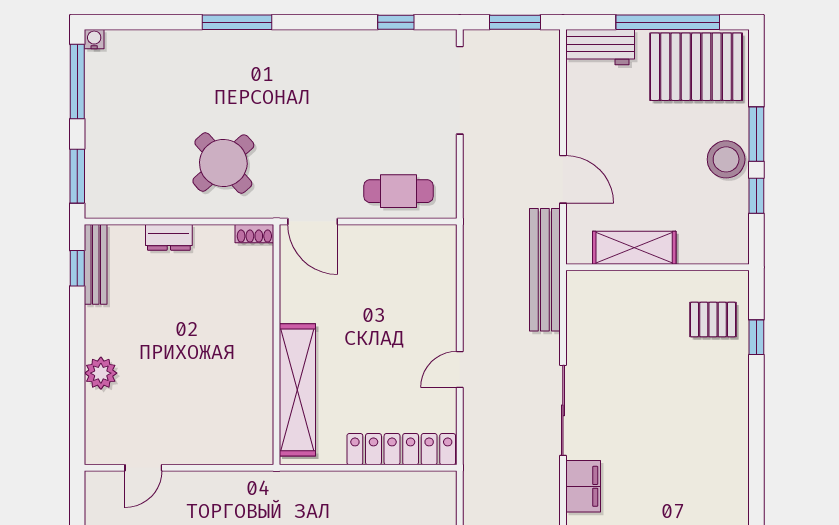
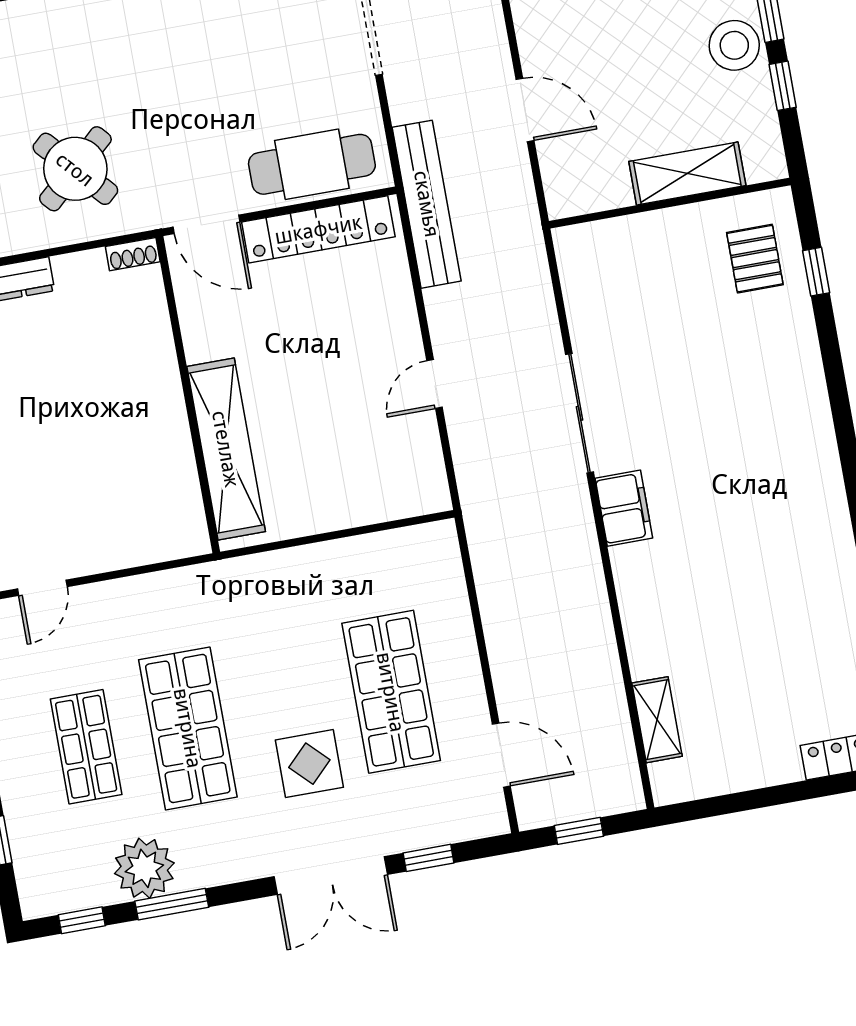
cafe table: (399, 191) -> (312, 164), width x1.37, depth x1.35
shelving: (634, 248) -> (687, 174), moved
bench: (545, 270) -> (427, 204), moved
pallet: (713, 320) -> (755, 259), turned 90
locker: (401, 449) -> (318, 229), moved, turned 180

